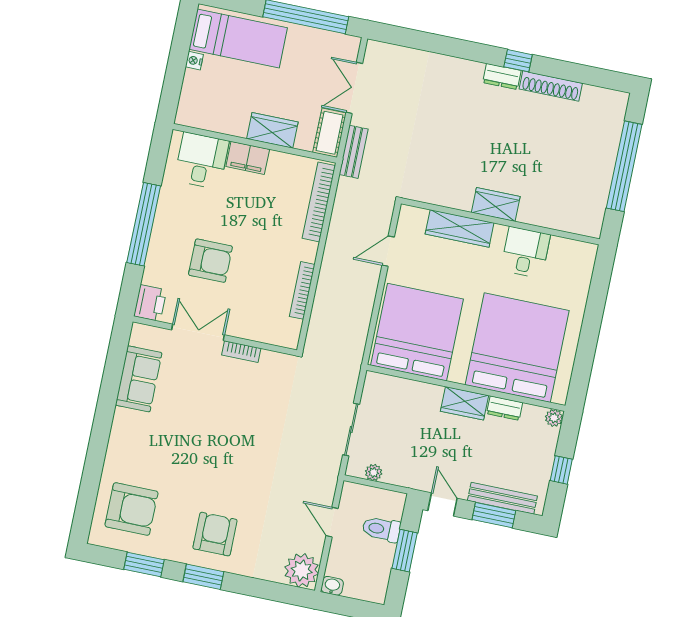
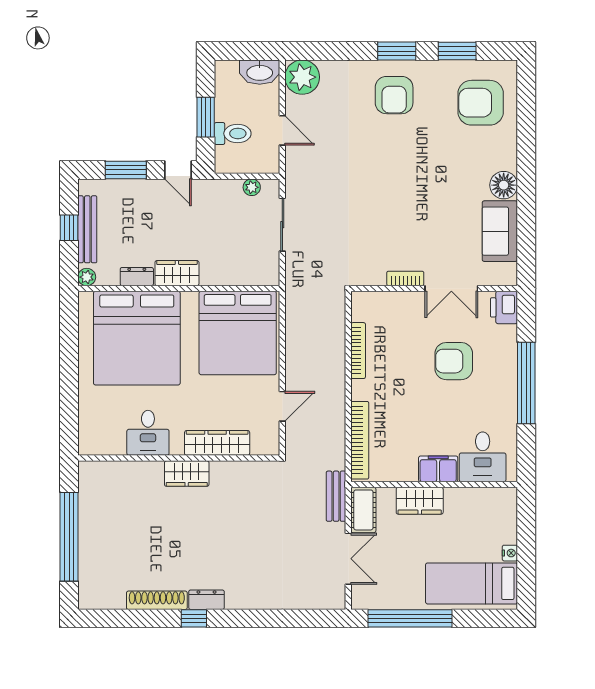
floor lamp: (126, 423) -> (504, 185), added
bench: (502, 498) -> (87, 229), moved, turned 90
washbasin: (332, 586) -> (260, 72), width x1.91, depth x1.45

